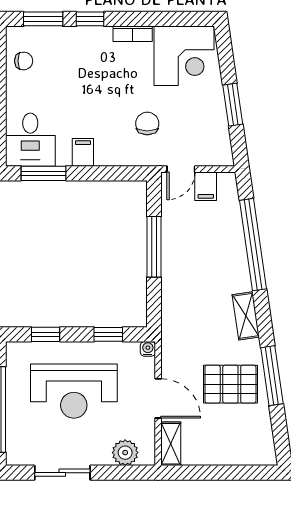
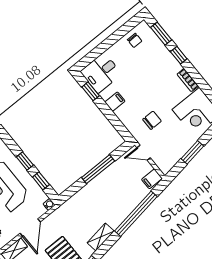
window: (43, 173) -> (91, 91), width x0.67
filing cabinet: (206, 186) -> (152, 179), moved
window: (46, 334) -> (25, 161), moved

